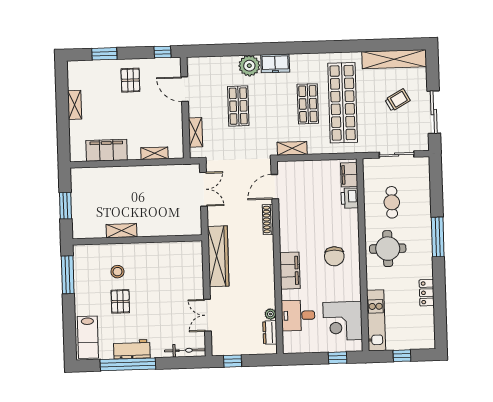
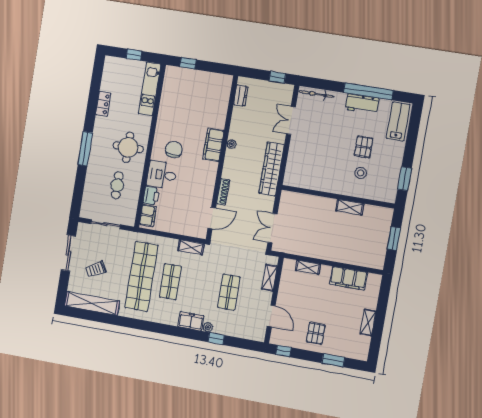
window: (242, 50) -> (216, 339), added
plant: (249, 66) -> (208, 327), width x0.53, depth x0.53
window: (68, 275) -> (405, 179), width x0.69
plant: (270, 314) -> (232, 144), moved
double door: (207, 315) -> (291, 120), swing flipped
desk: (298, 315) -> (162, 175), moved, turned 180
corner desk: (343, 321) -> (178, 94), removed

